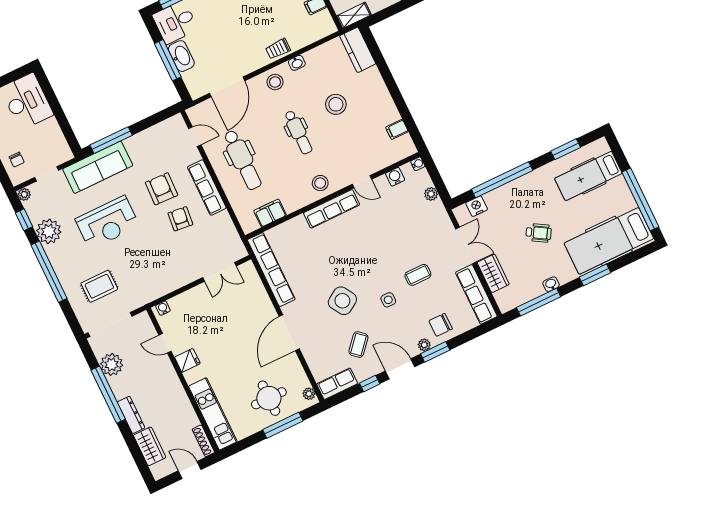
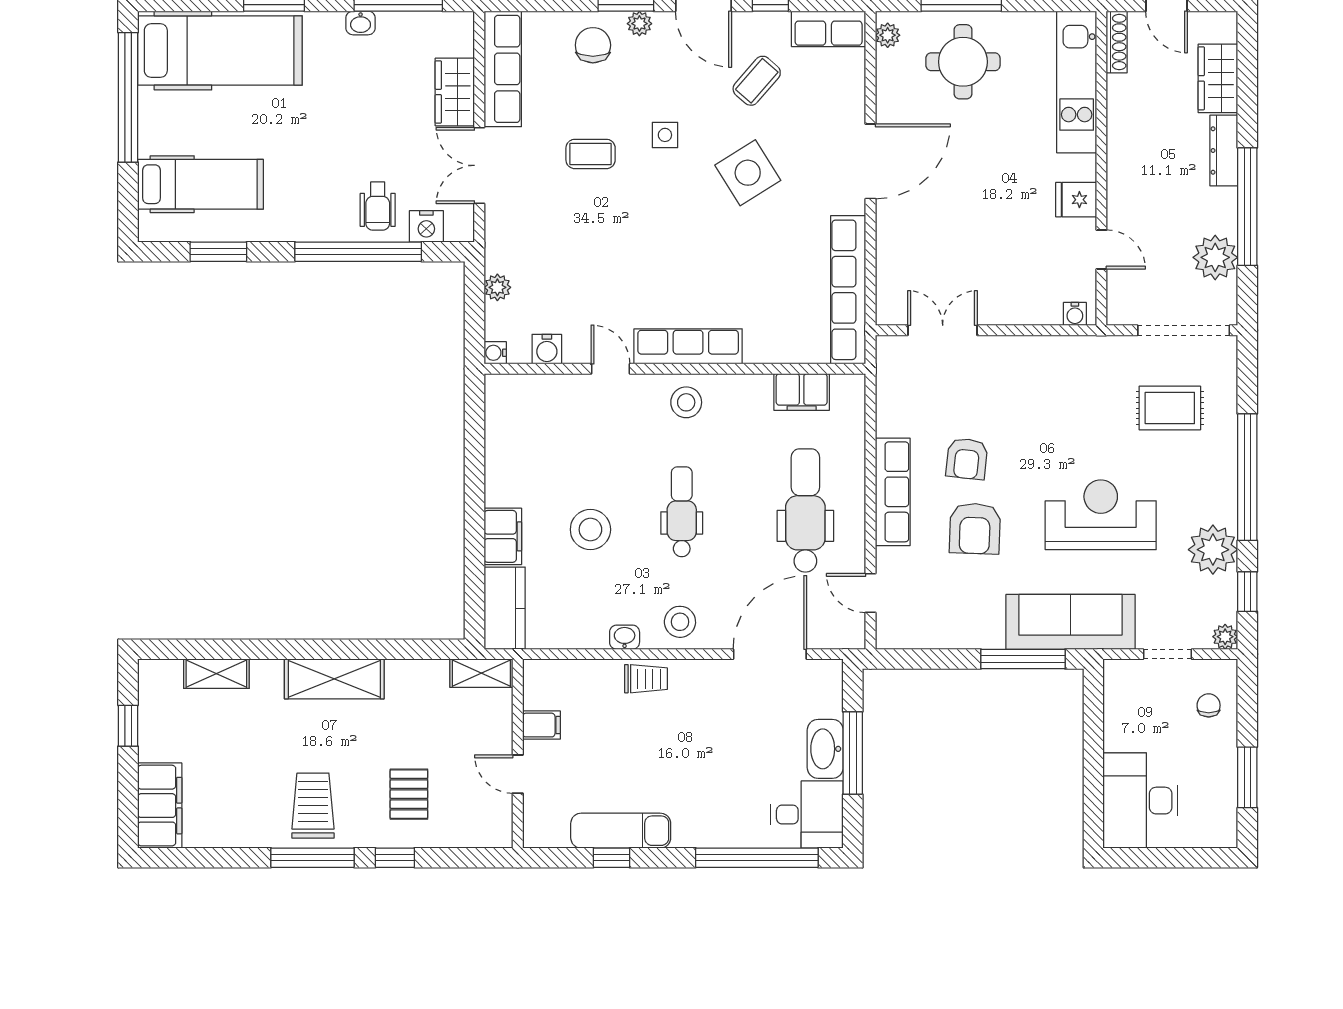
filing cabinet: (397, 129) -> (503, 536), moved, width x2.00
wheelchair: (539, 233) -> (378, 206), moved, turned -121
chair: (441, 325) -> (593, 45), turned -90

